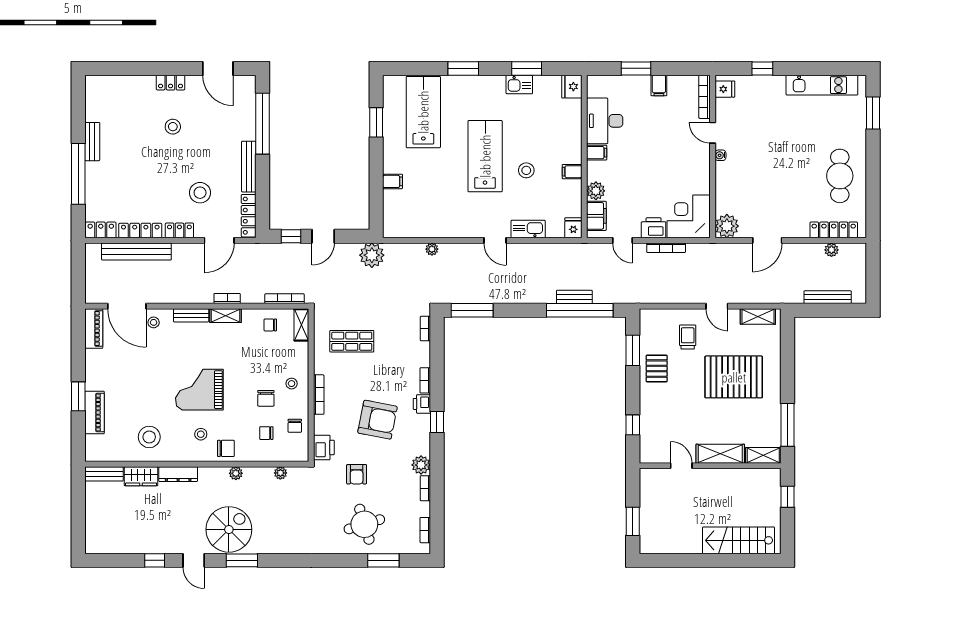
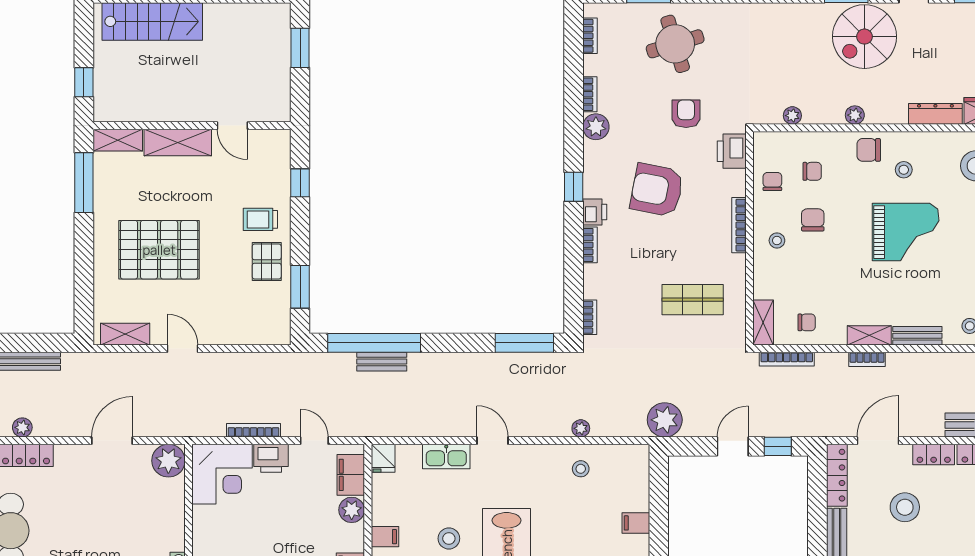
stool: (432, 220) -> (581, 469), added
trolley: (688, 337) -> (260, 219), moved, turned 90

